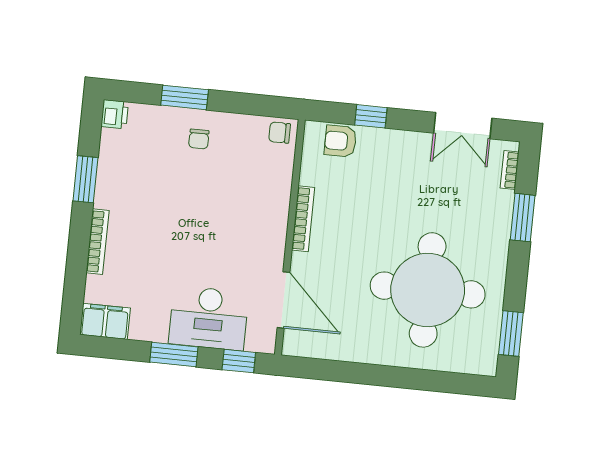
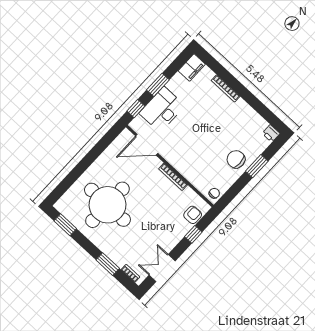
chair: (199, 139) -> (236, 159), width x1.87, depth x1.87
window: (85, 179) -> (254, 102), removed

